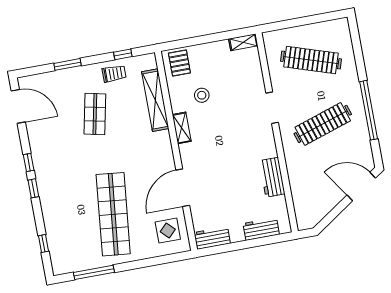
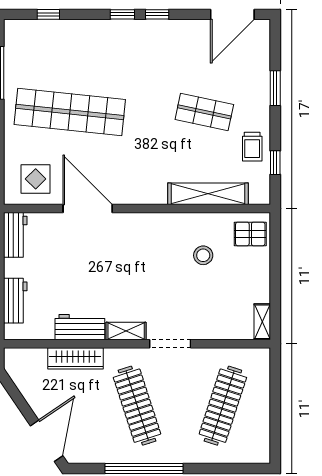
shelving: (182, 128) -> (126, 331), moved
wardrobe: (296, 176) -> (75, 358), added

